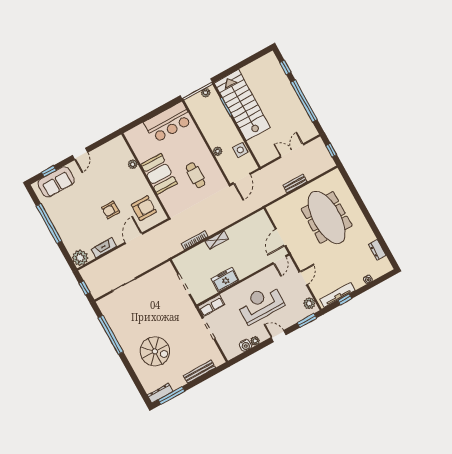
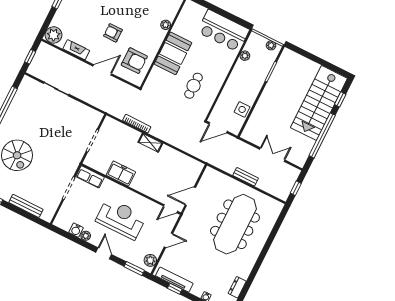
stairs: (242, 105) -> (319, 103), moved, turned 180
plant: (218, 151) -> (245, 56), moved

